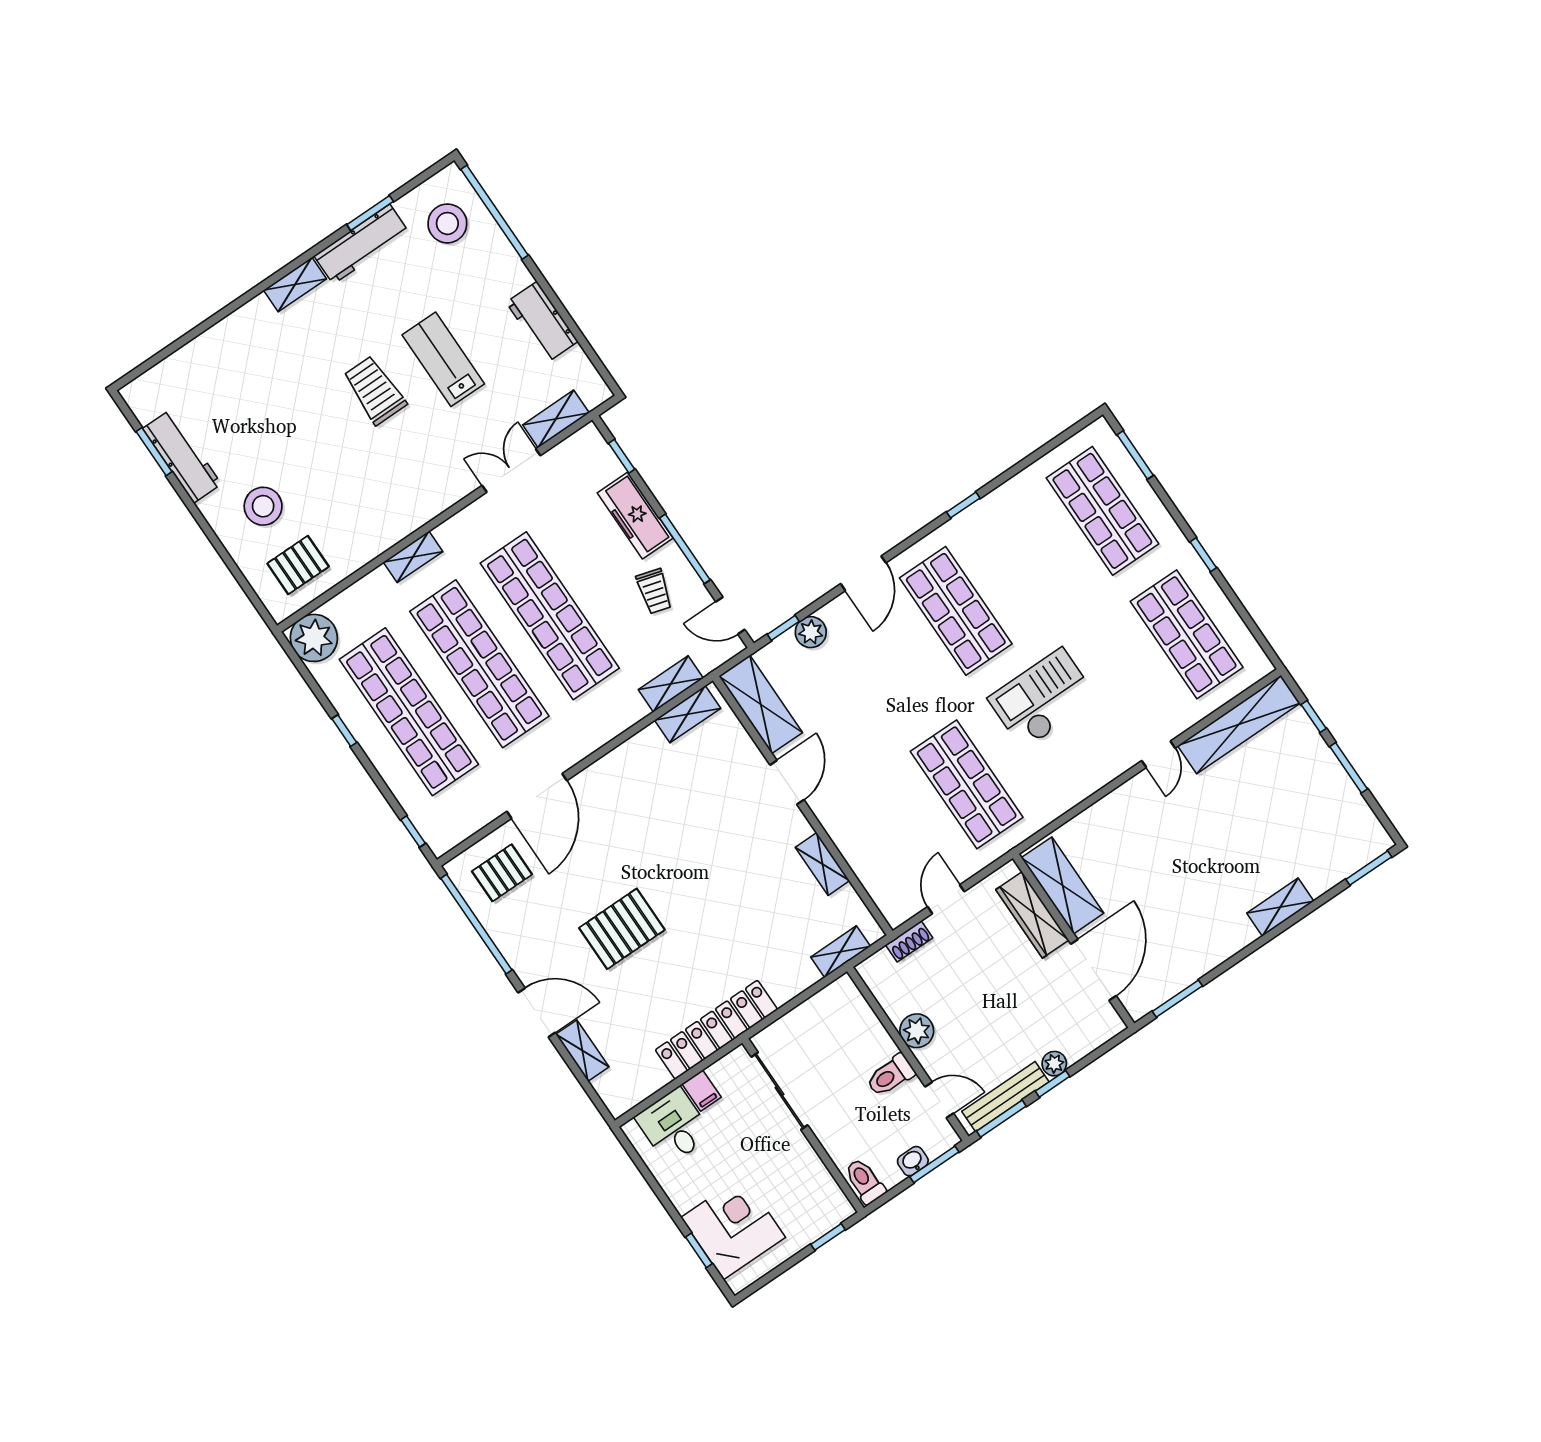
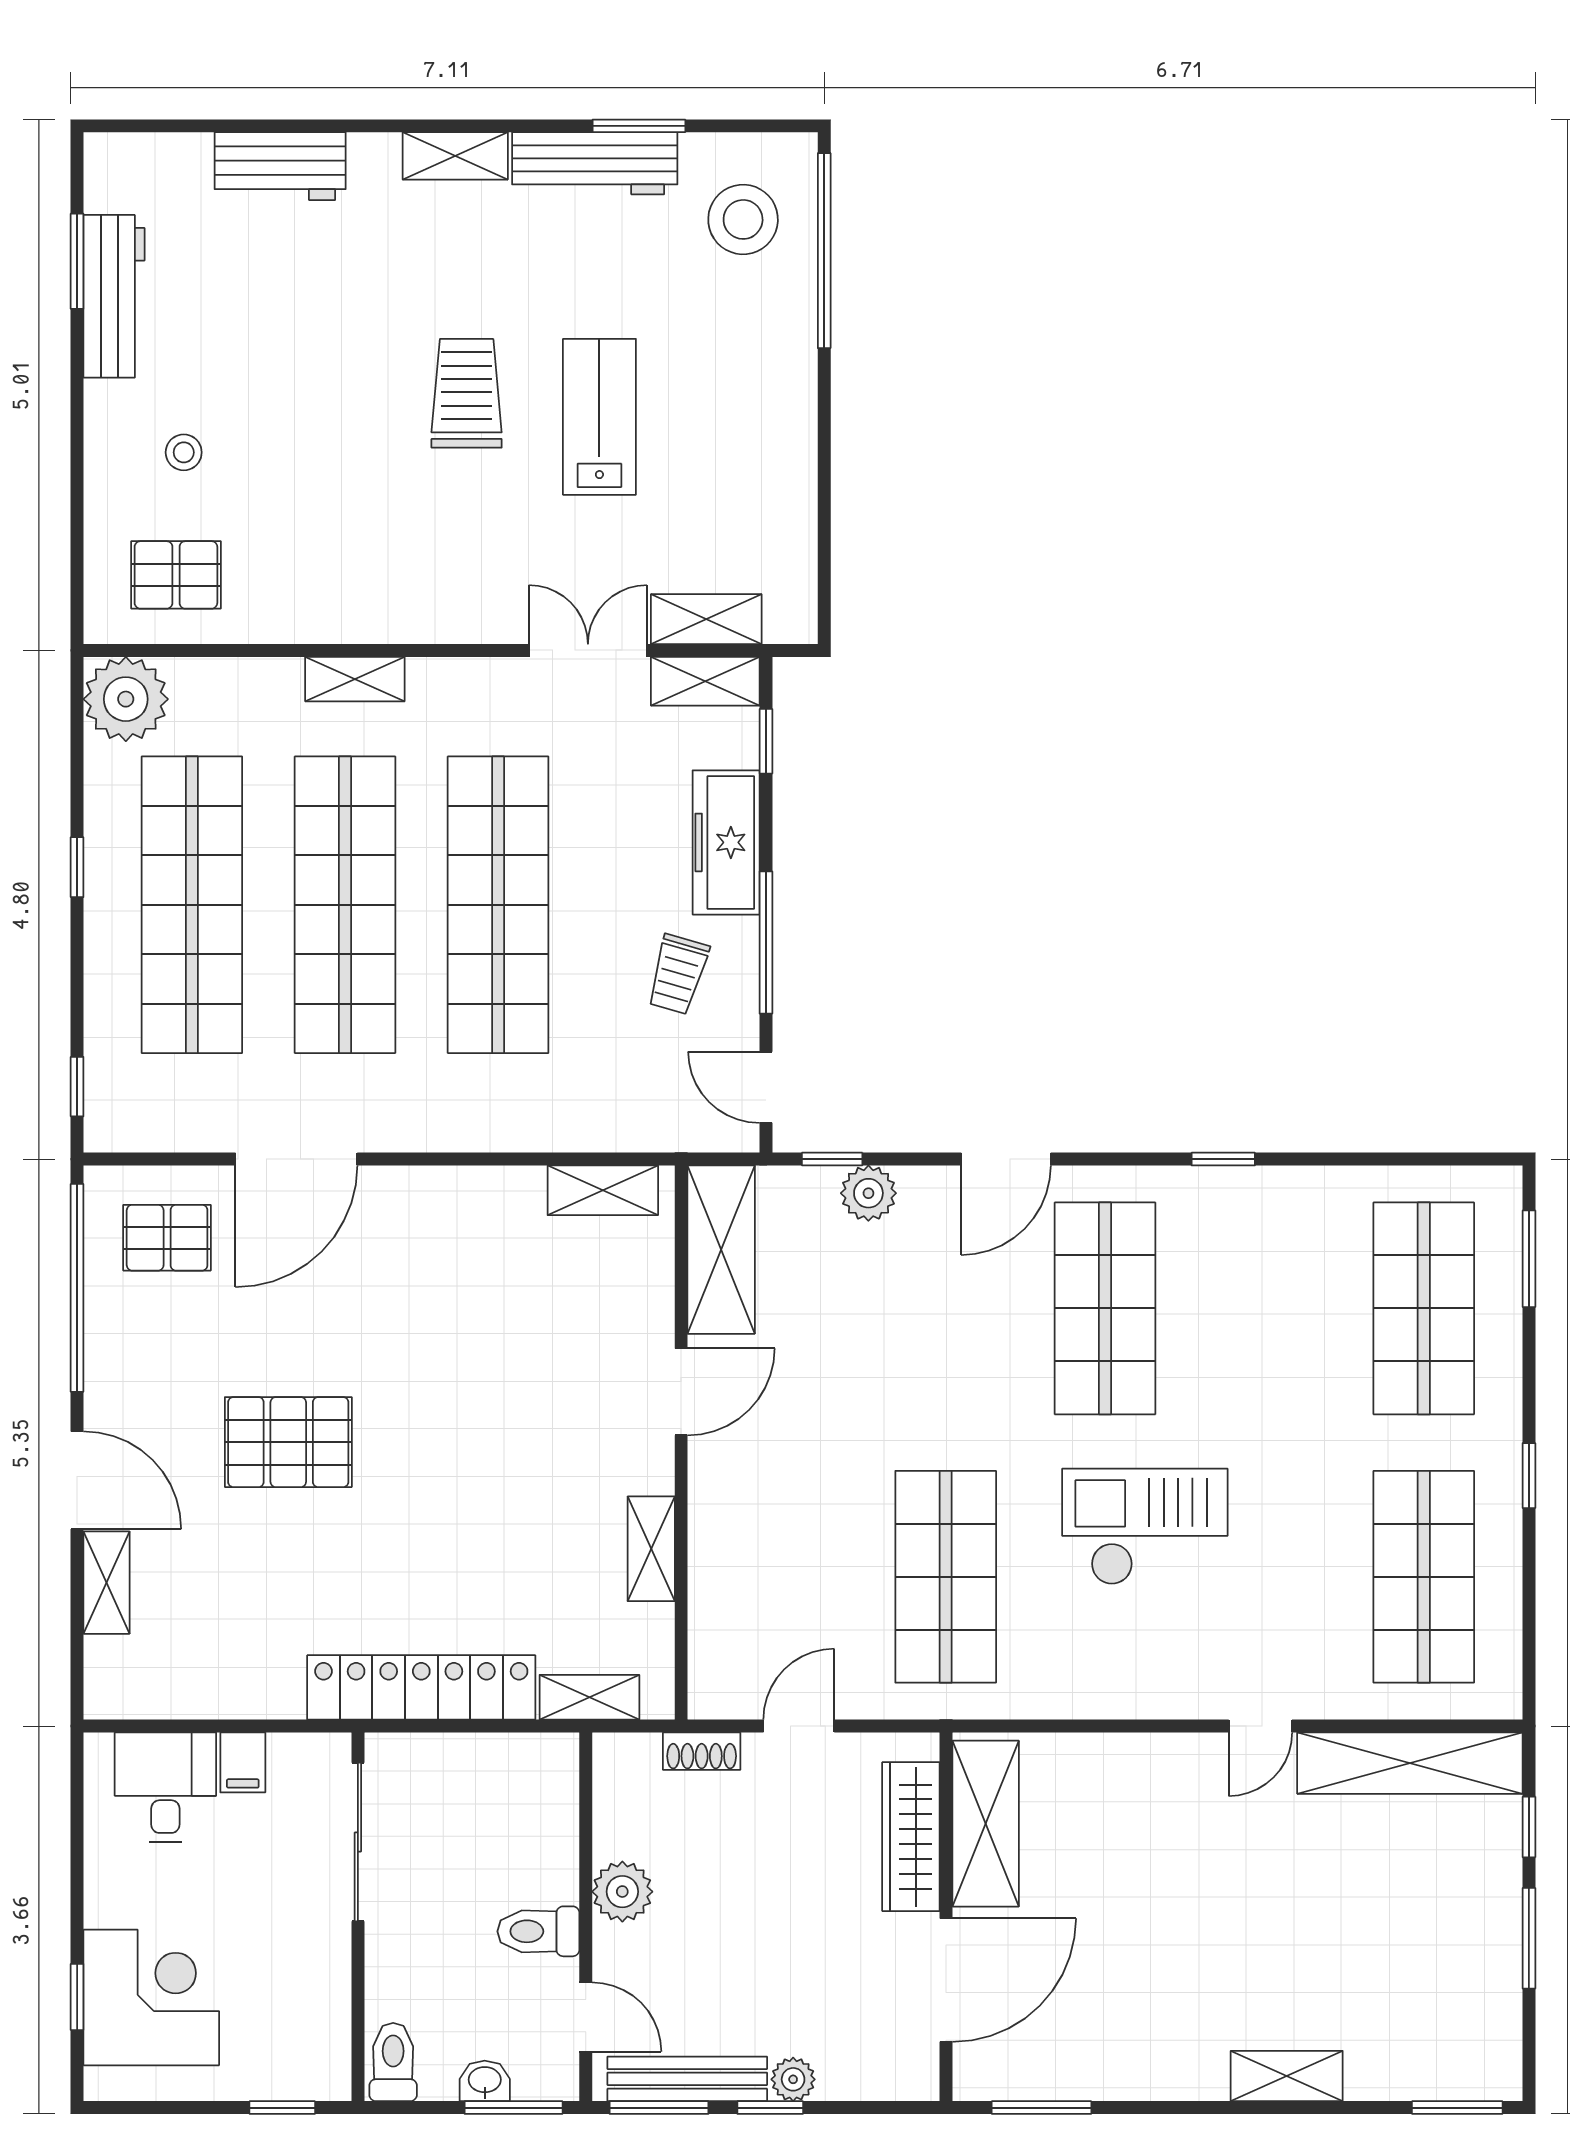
workbench: (542, 322) -> (280, 166), moved, turned -90
stool: (263, 506) -> (184, 452), width x0.53, depth x0.53
shelving: (671, 684) -> (705, 681), moved
locker: (716, 1030) -> (421, 1687), moved

